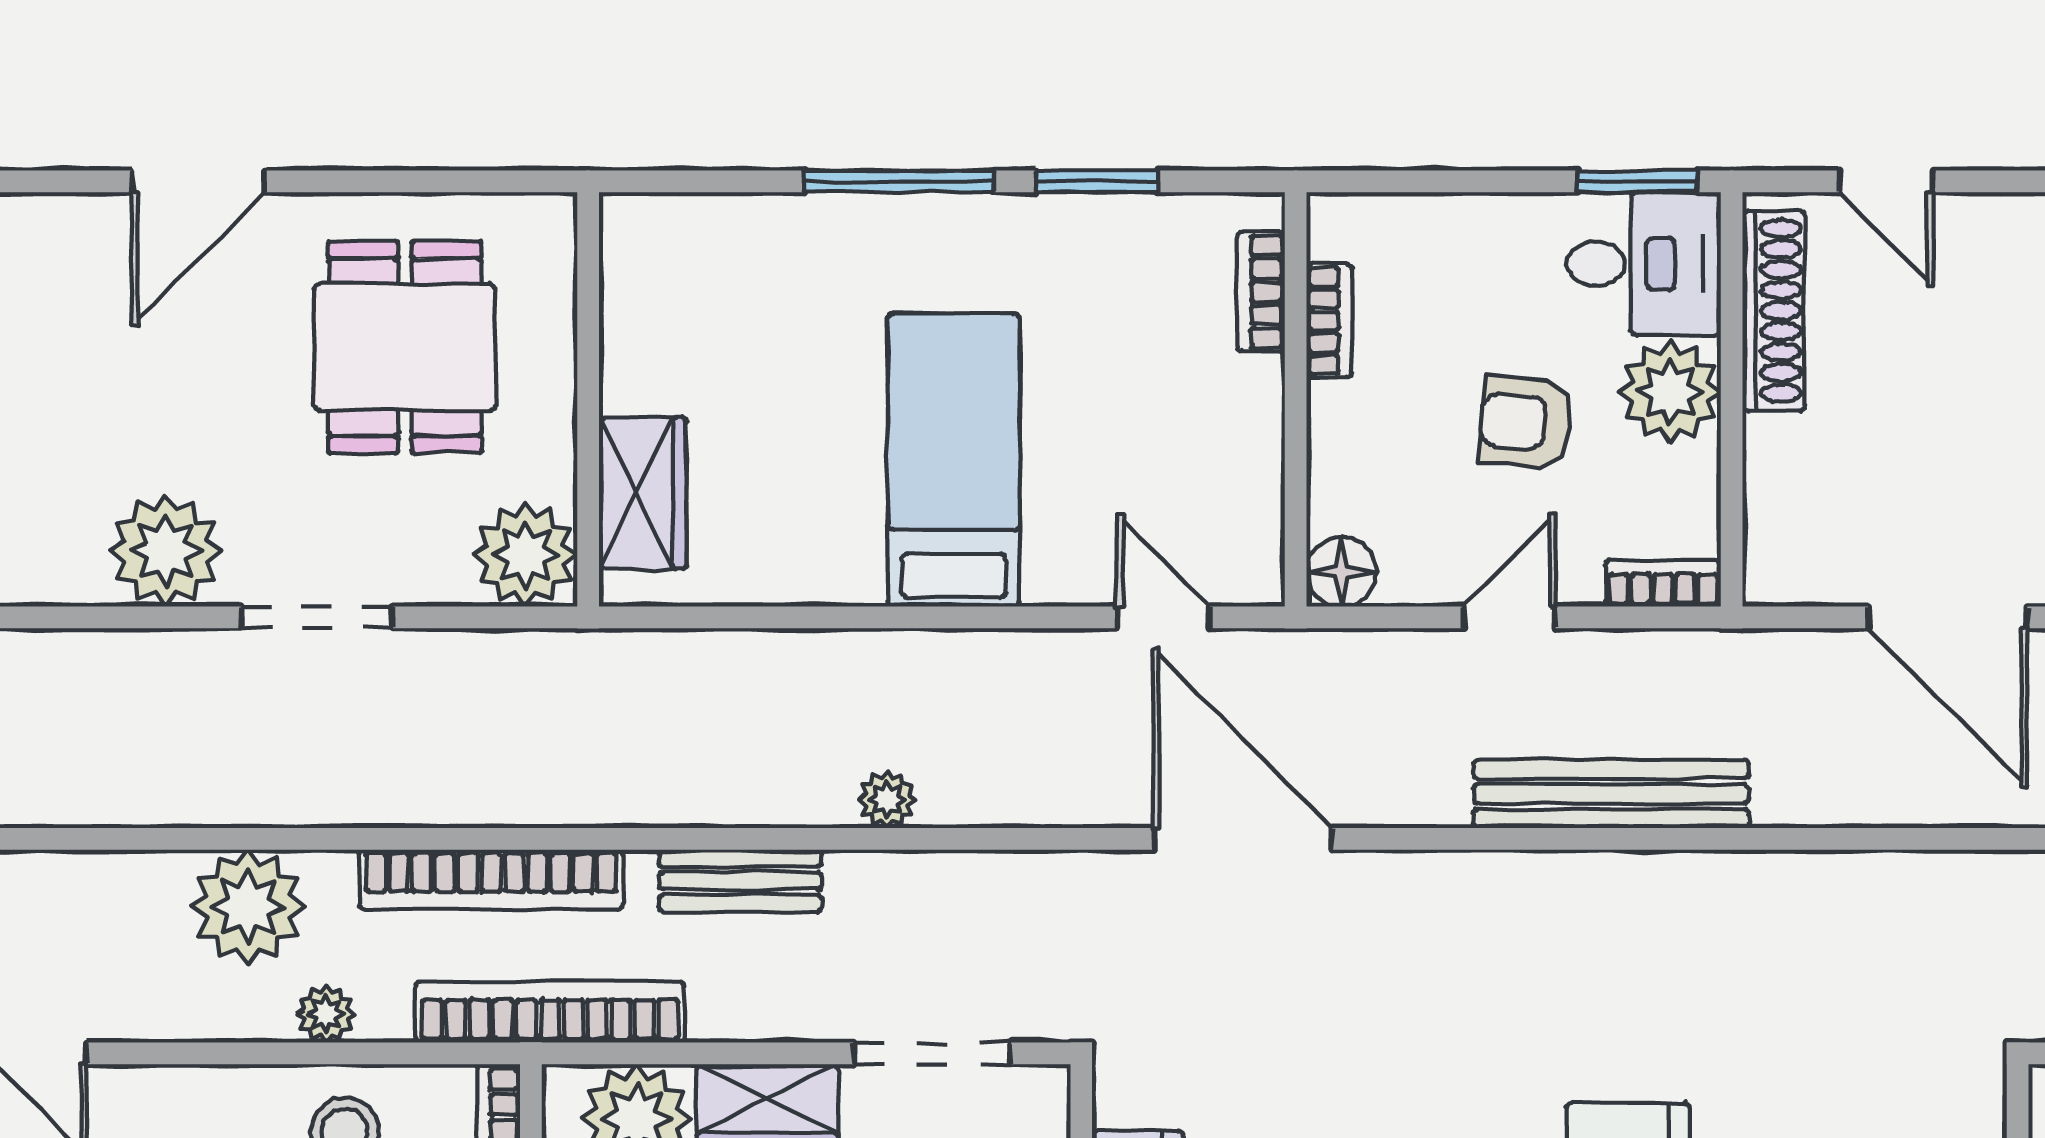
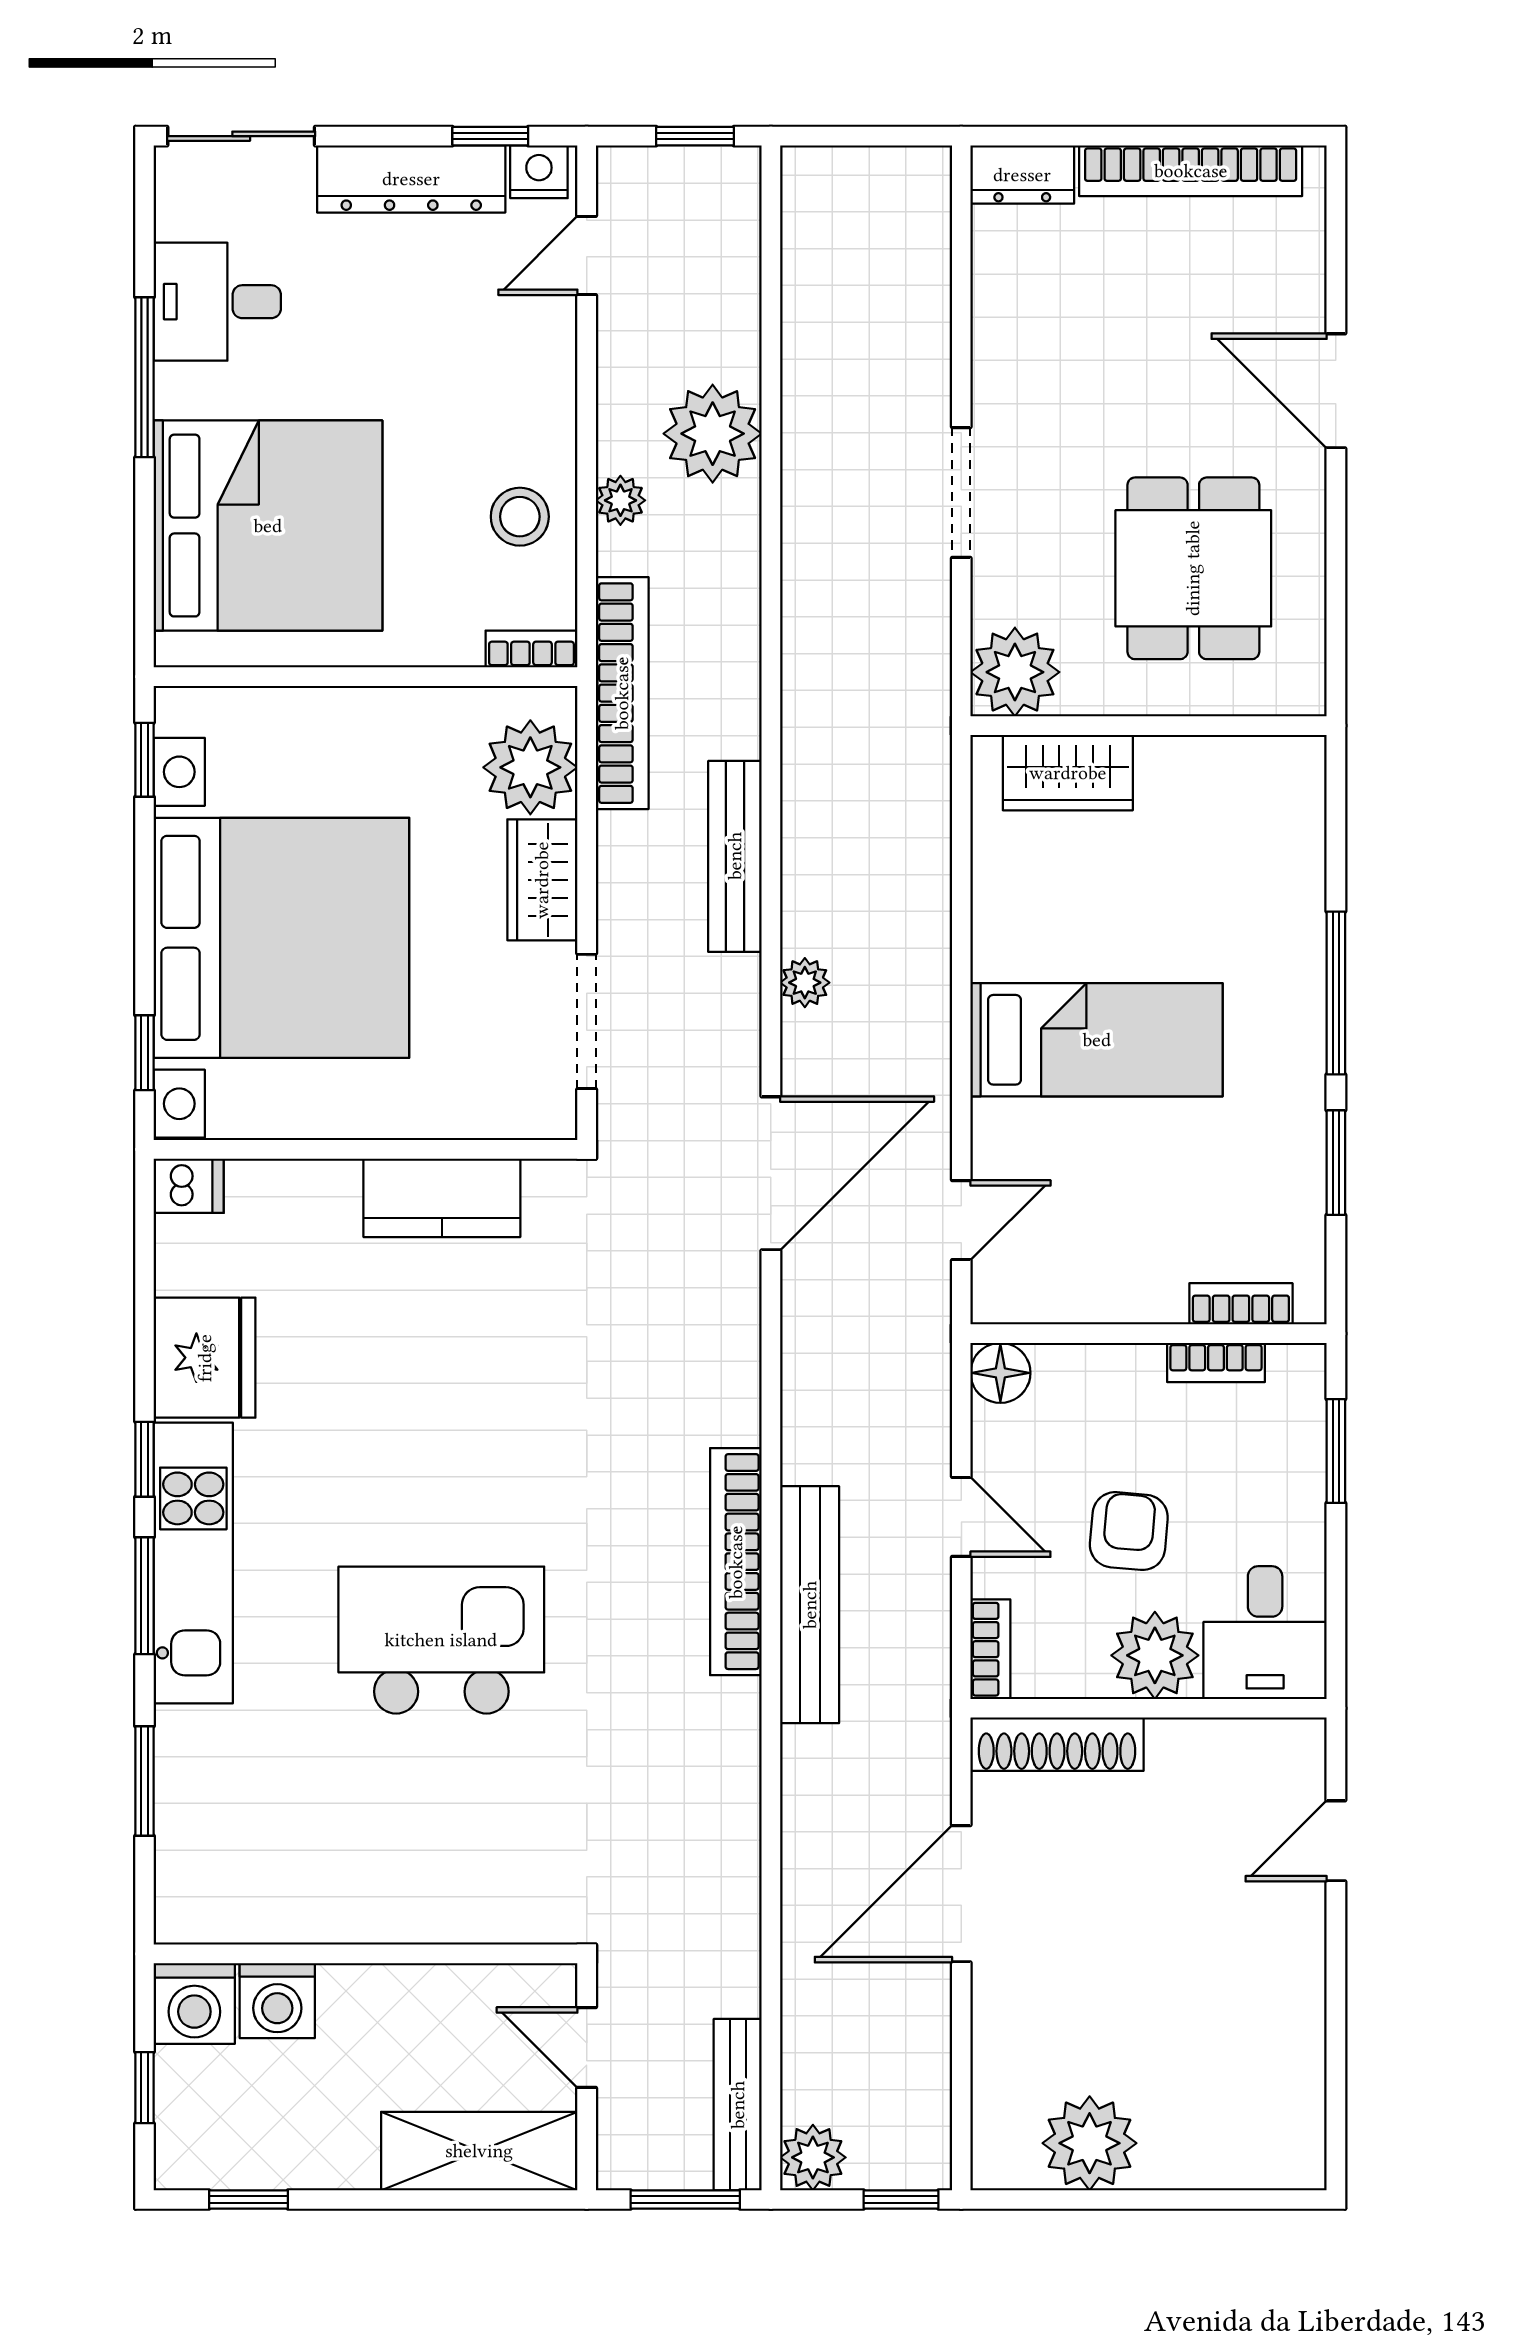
window: (1637, 181) -> (1336, 1451), moved
shoe rack: (1773, 311) -> (1057, 1744), moved
dining table: (405, 347) -> (1193, 568), turned 90
plant: (166, 551) -> (1018, 363), removed
door: (1243, 839) -> (771, 1173), moved
bookcase: (491, 880) -> (736, 1562), moved
bench: (740, 881) -> (735, 856), width x1.36

